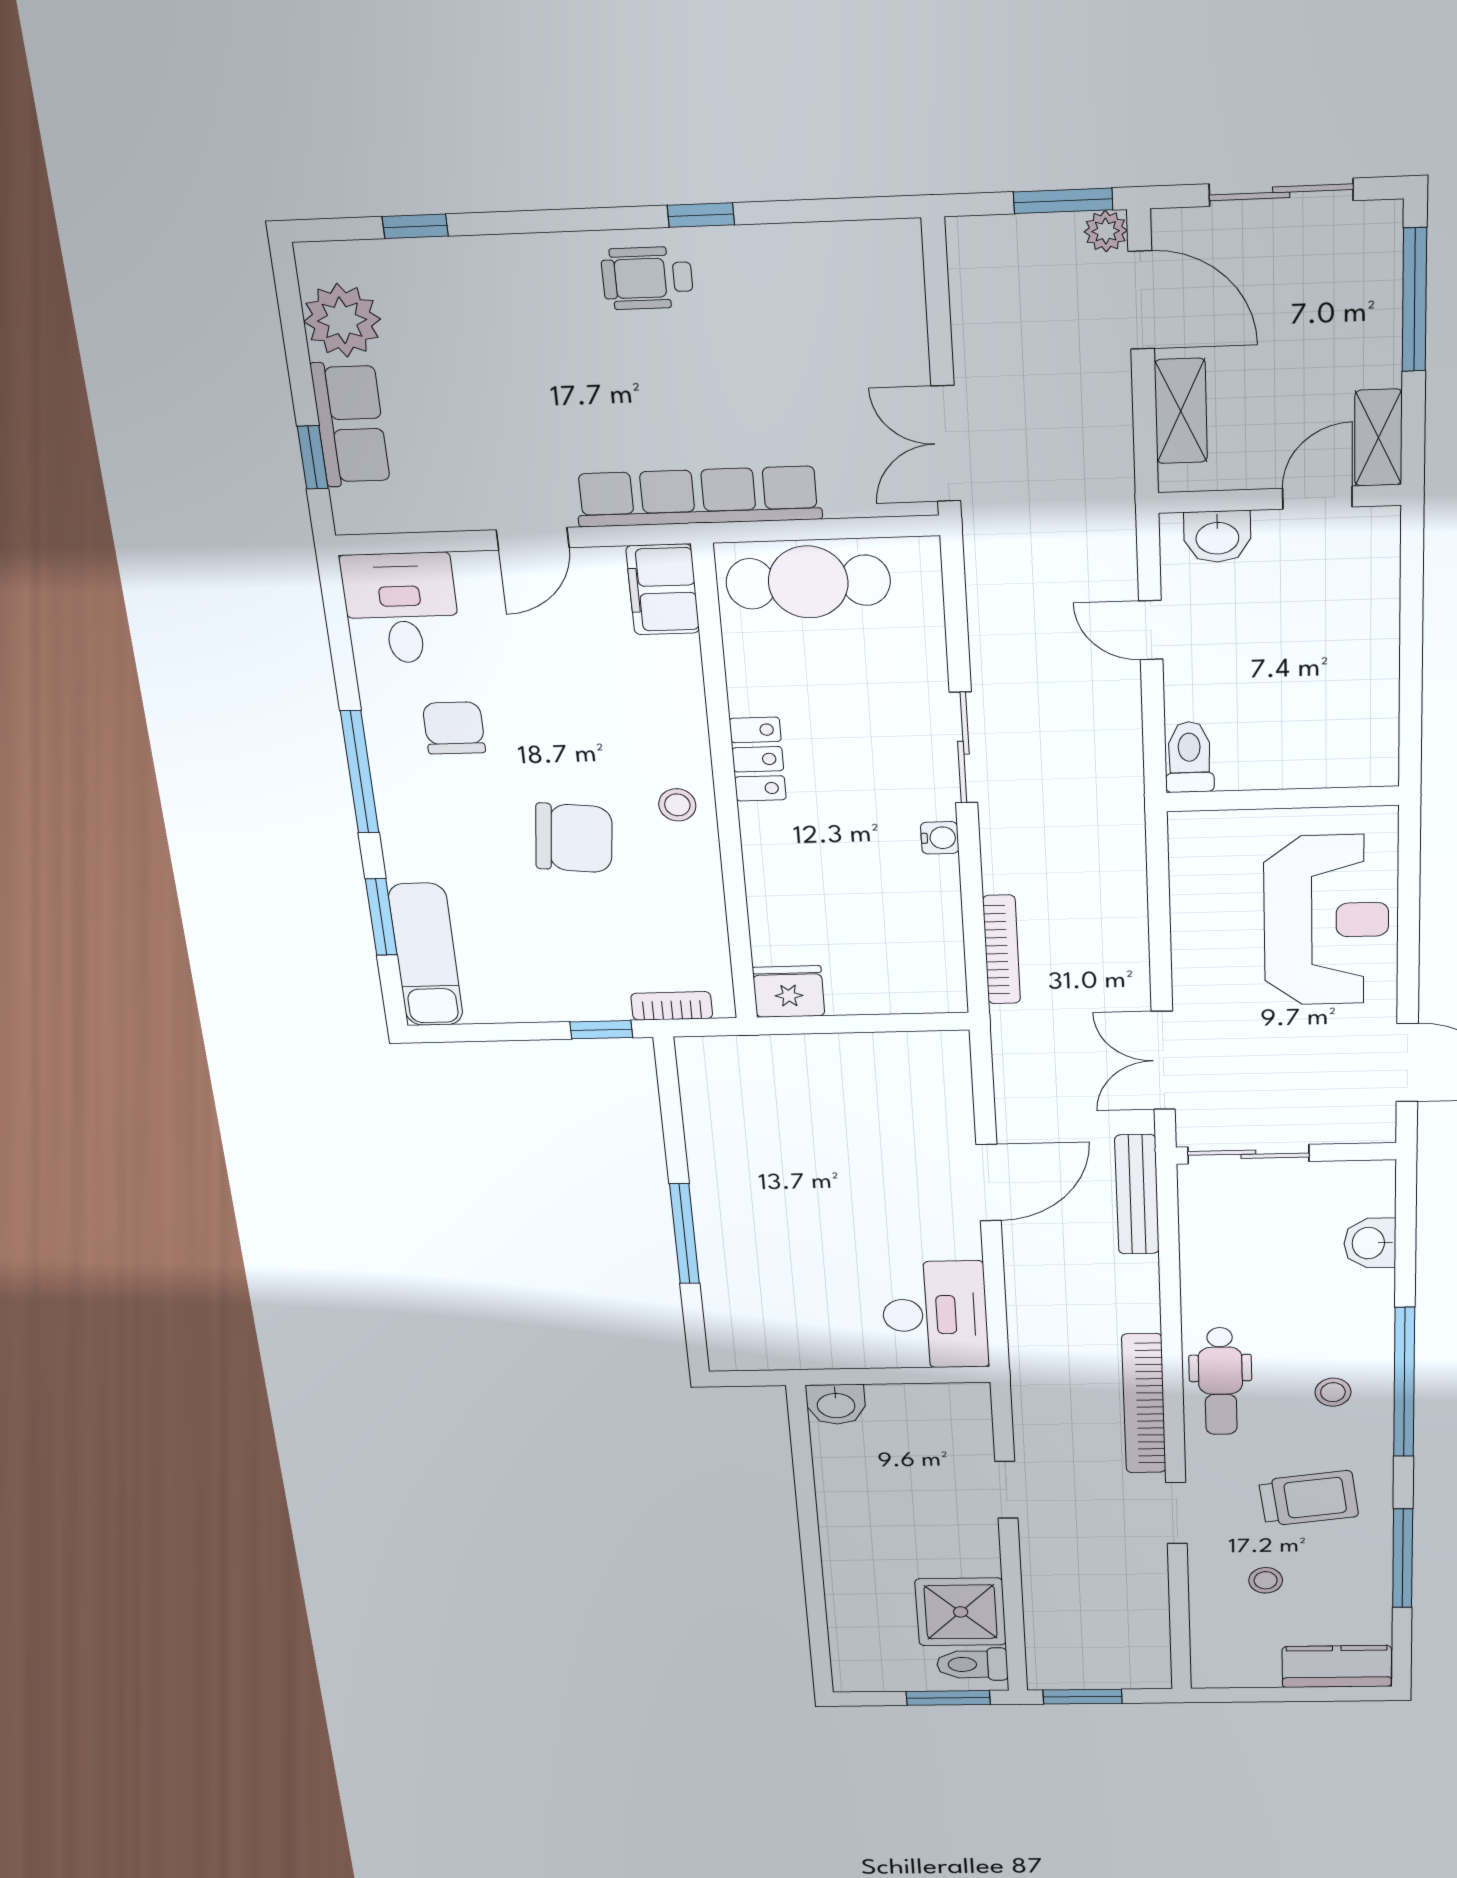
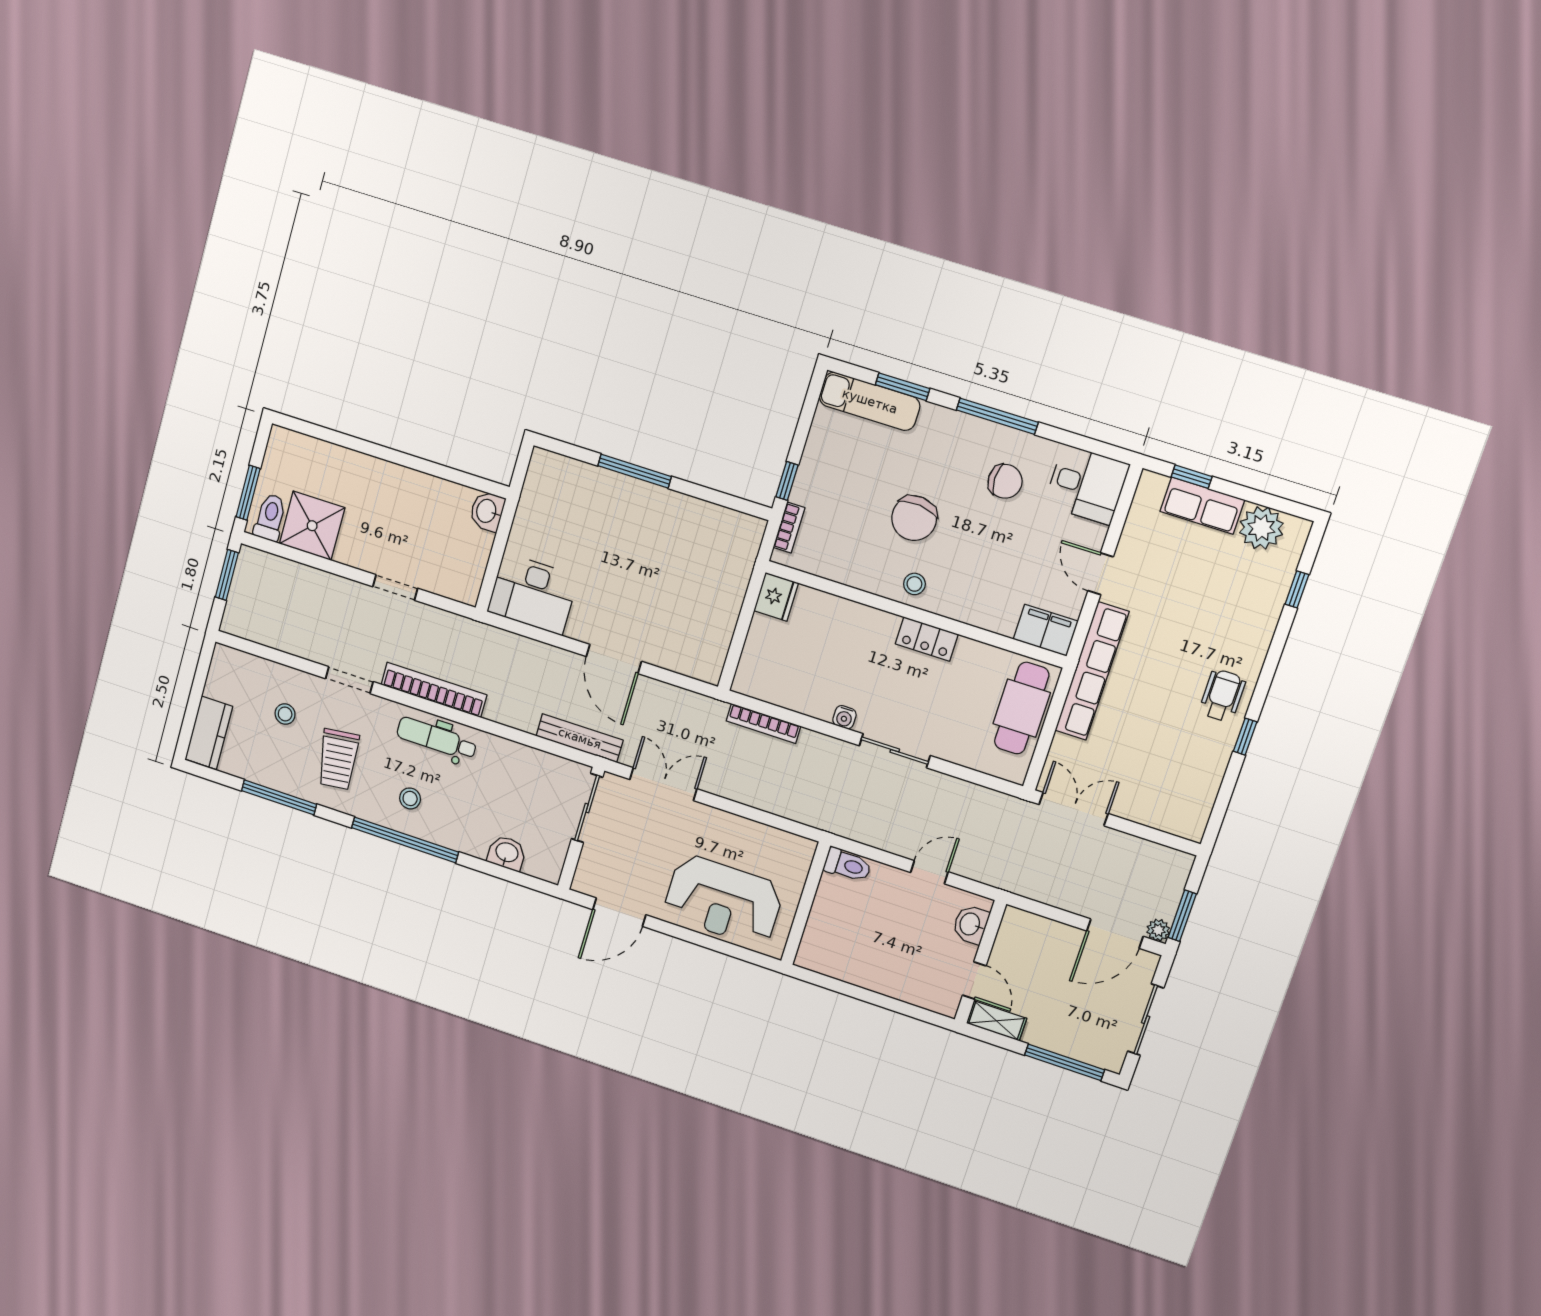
shelving: (1181, 411) -> (1047, 931), removed

